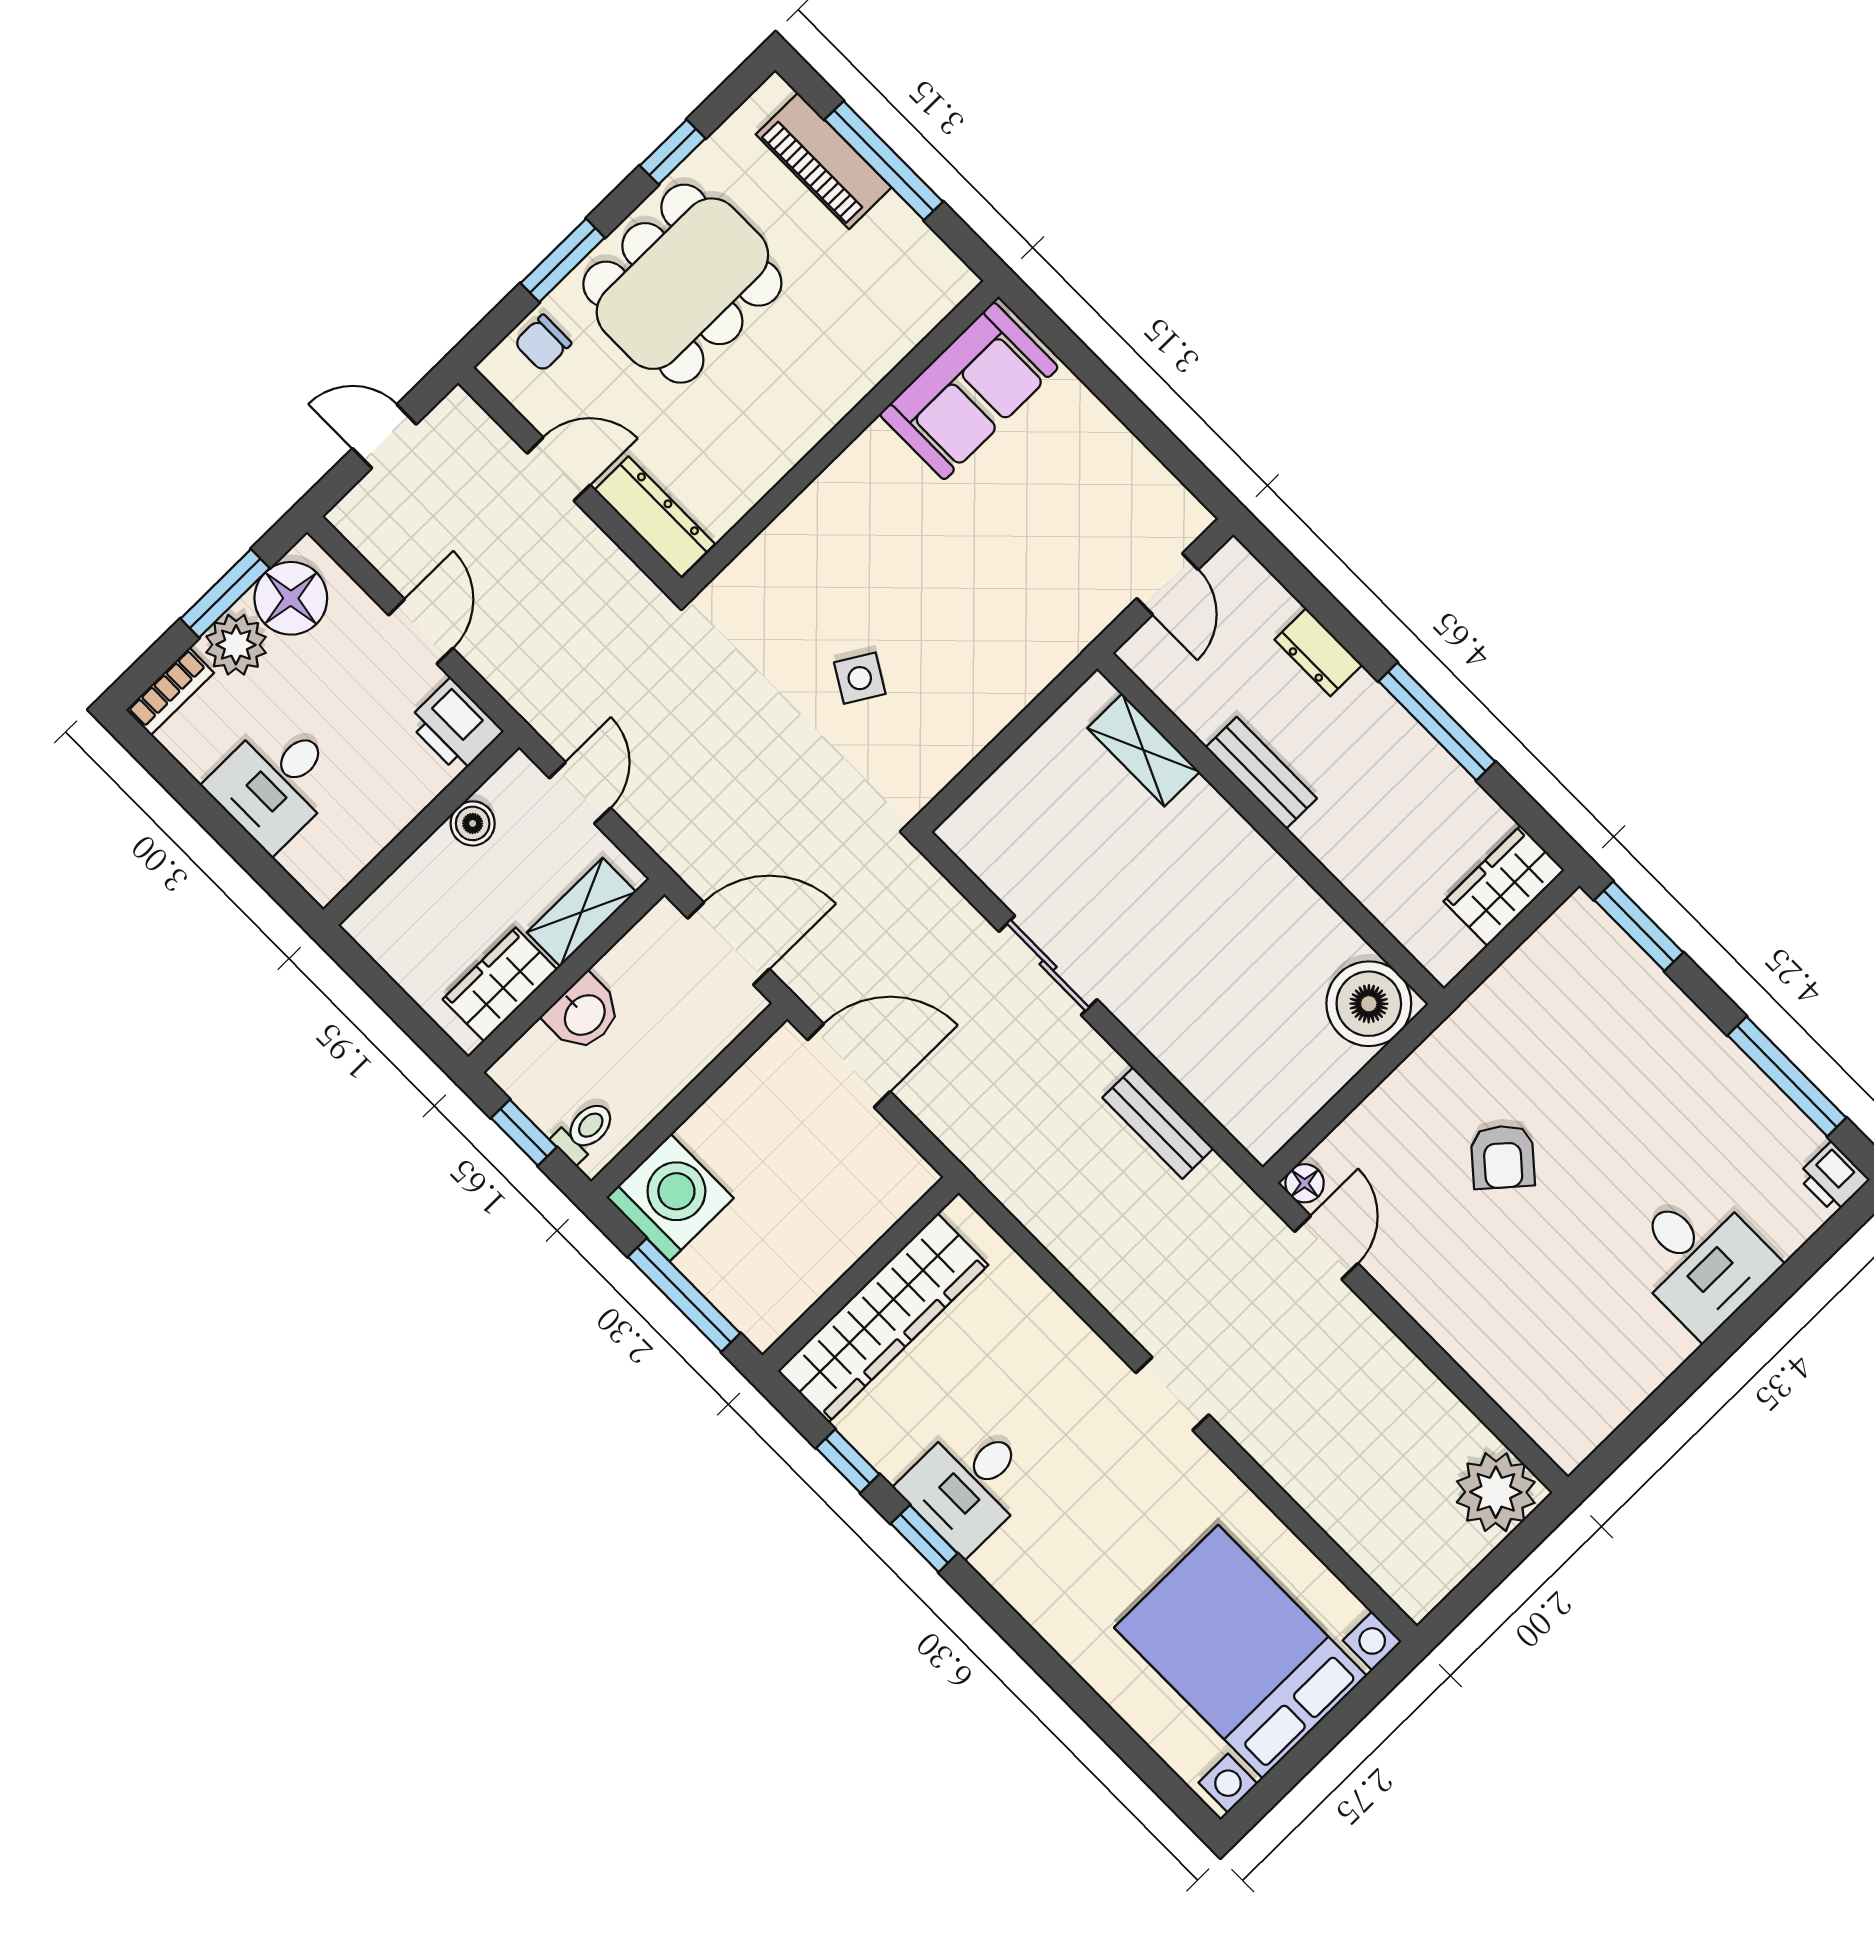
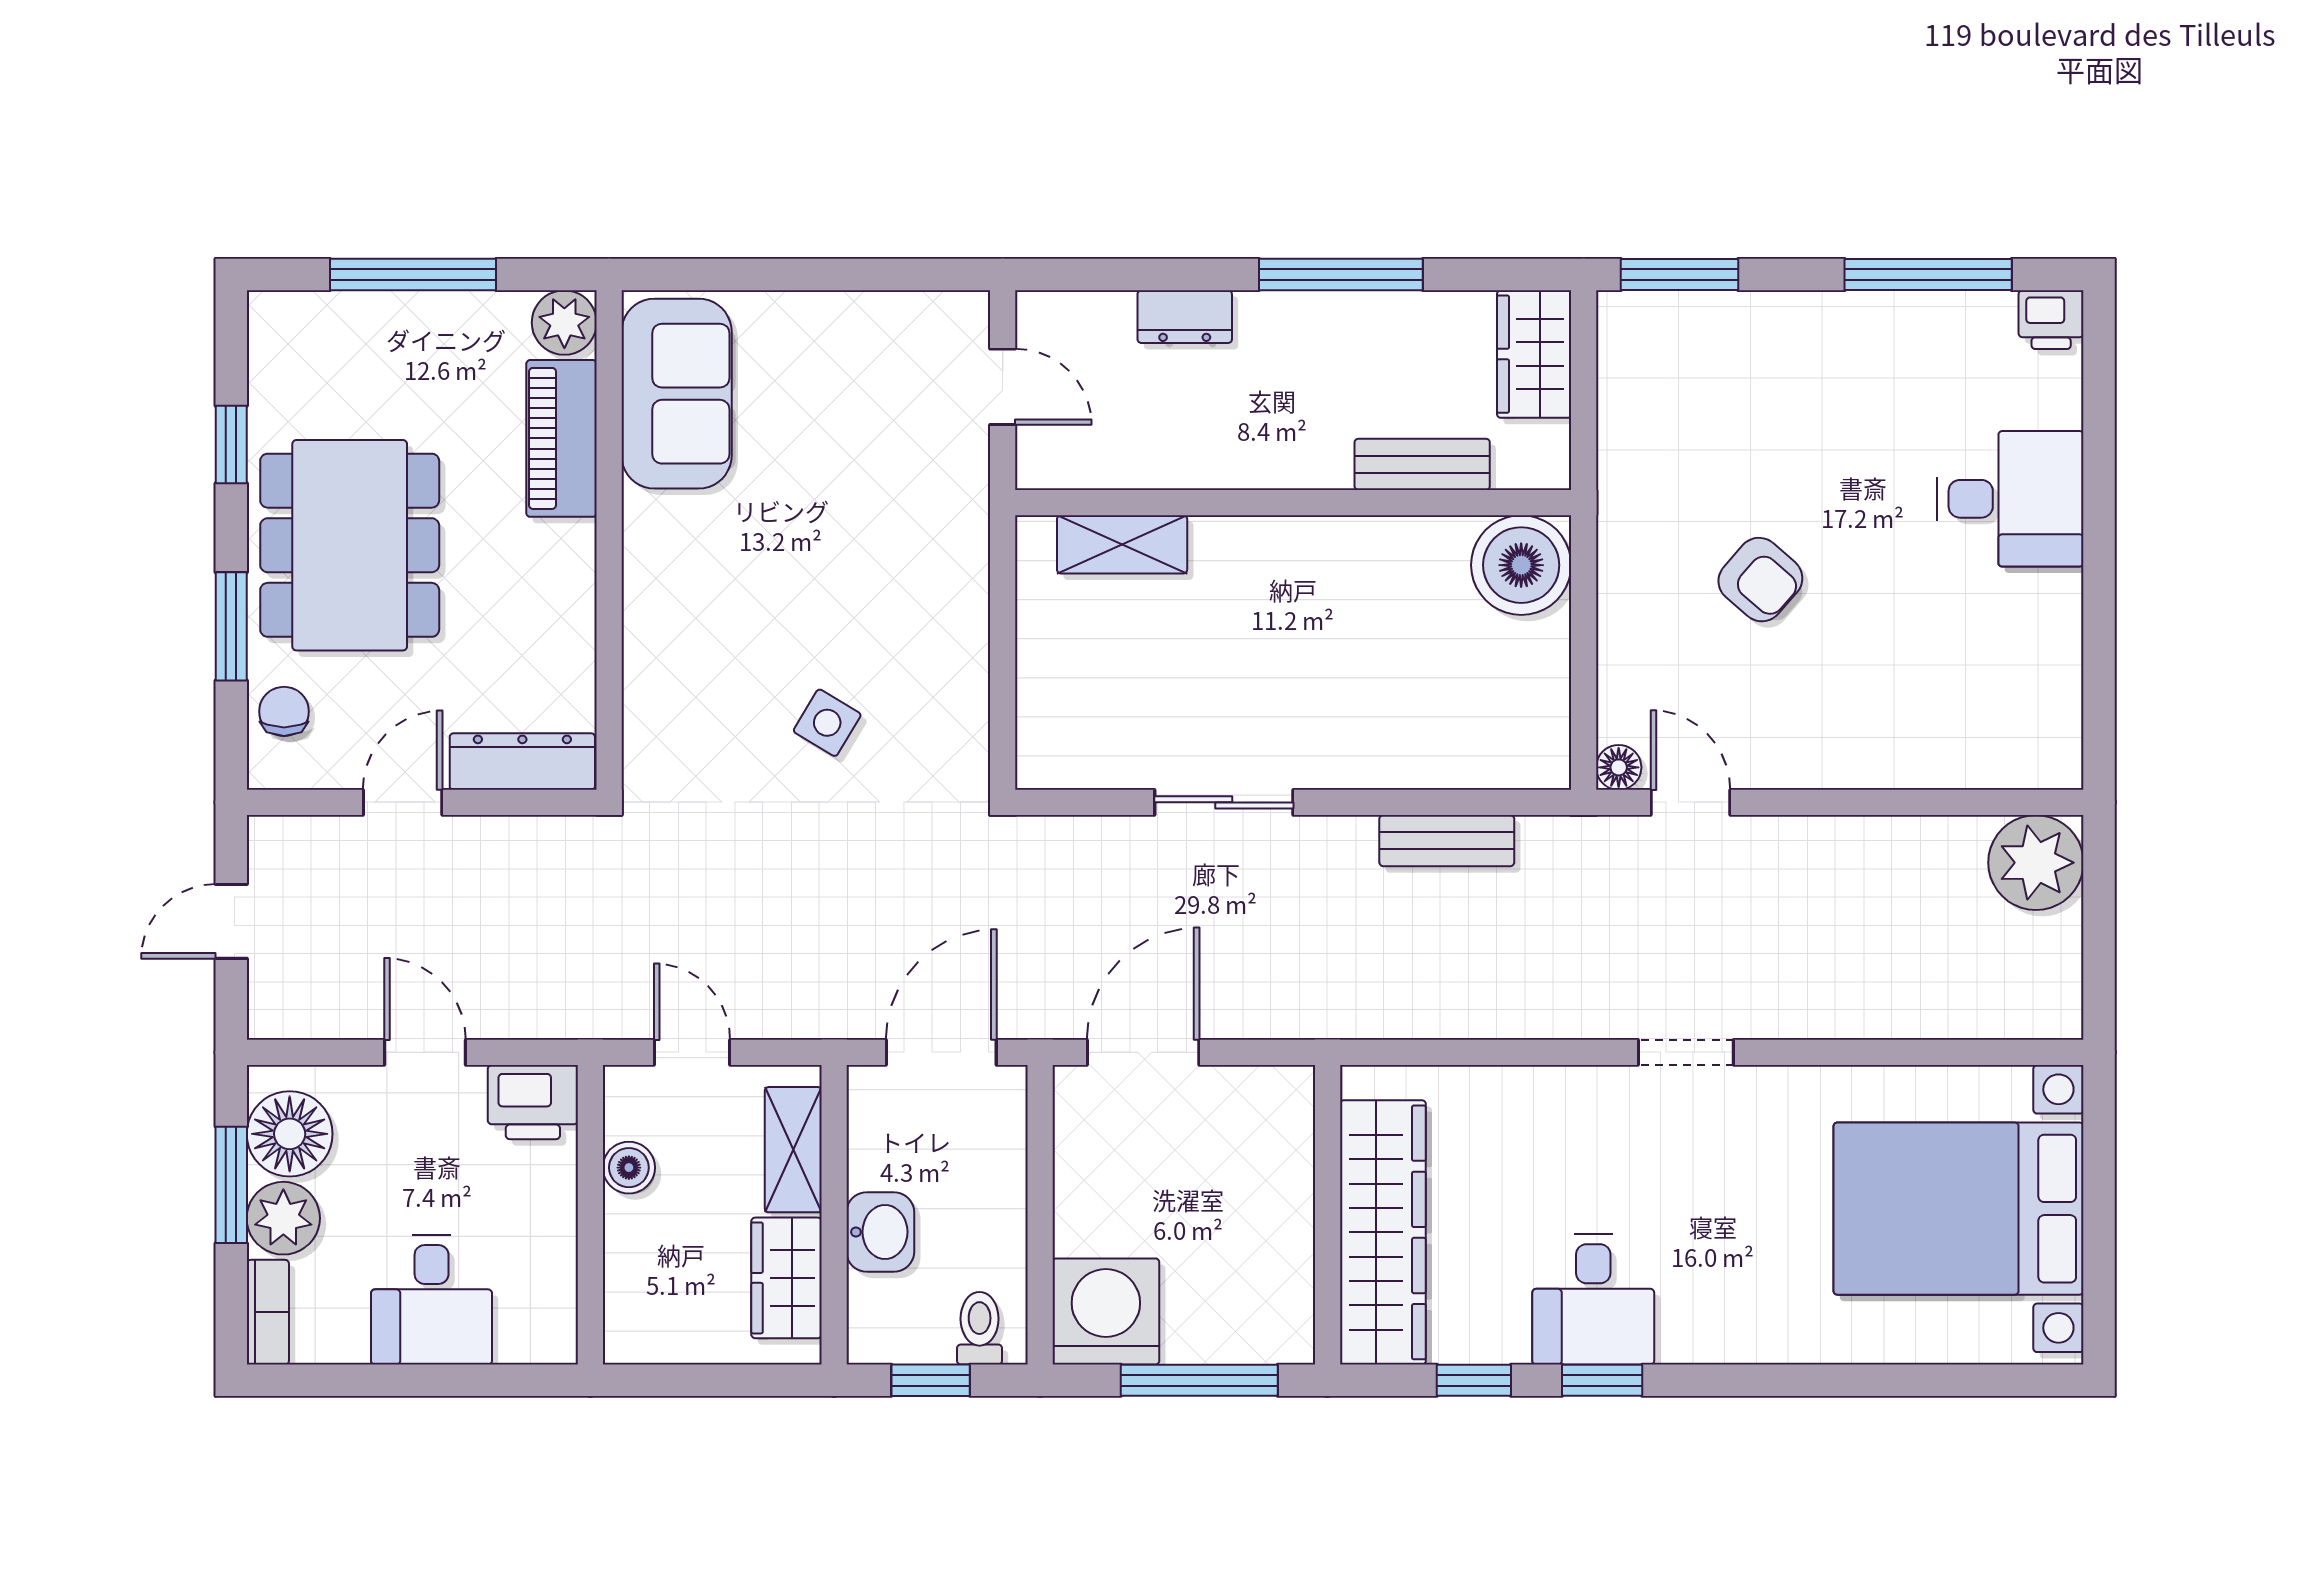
piano: (824, 161) -> (561, 438), moved, turned 90
plant: (945, 281) -> (564, 323), added
chair: (543, 343) -> (284, 711), turned 180
bench: (1261, 773) -> (1422, 464), moved

